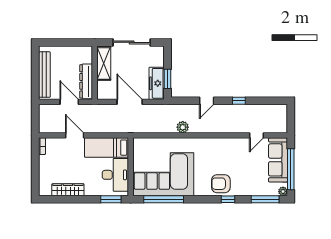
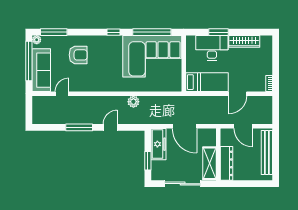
window: (168, 79) -> (148, 161), moved
dresser: (86, 81) -> (226, 163), moved
window: (239, 101) -> (79, 127), width x2.17
door: (75, 135) -> (238, 94), hinge flipped
desk: (115, 175) -> (212, 48), moved, turned 90
armchair: (221, 184) -> (78, 55), moved
window: (111, 199) -> (219, 32), moved
window: (228, 199) -> (114, 32), moved

